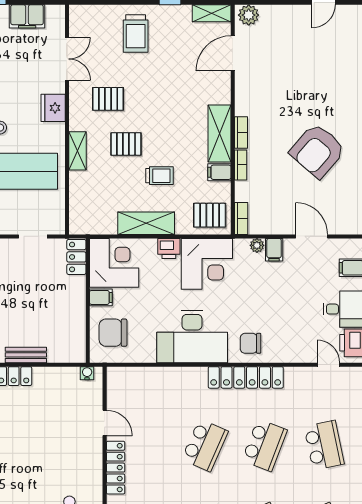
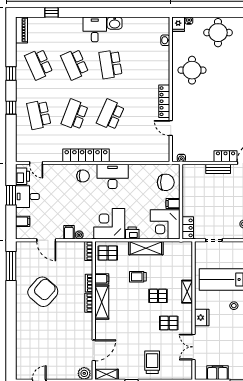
desk: (192, 336) -> (113, 176), width x0.73, depth x0.77

